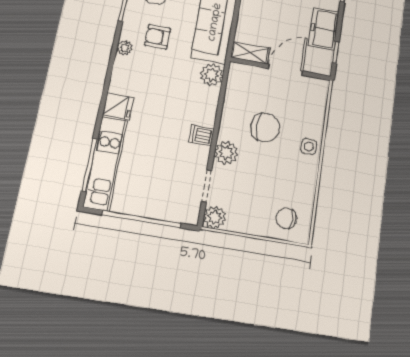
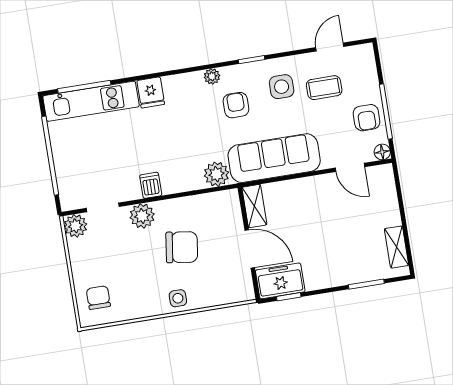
freezer: (324, 29) -> (280, 281), moved
chair: (265, 127) -> (182, 247), turned -82

